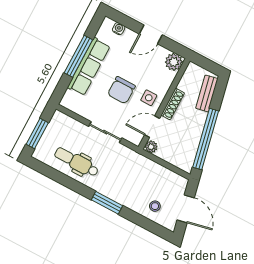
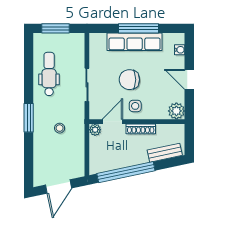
door: (152, 127) -> (112, 122), hinge flipped
stool: (155, 206) -> (60, 128), moved

